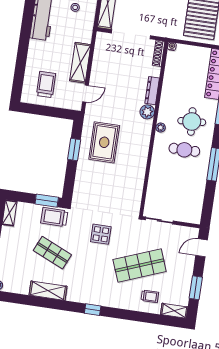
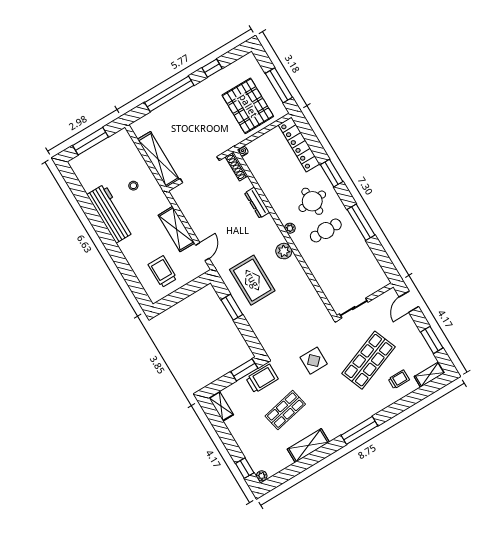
plant: (147, 112) -> (284, 251), moved
trolley: (54, 217) -> (262, 379), turned 180
shop shelf: (52, 253) -> (285, 410), turned -36
window: (93, 310) -> (359, 430), width x2.17

